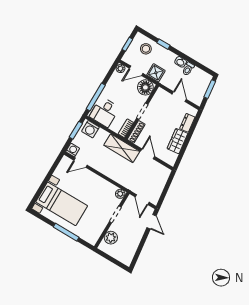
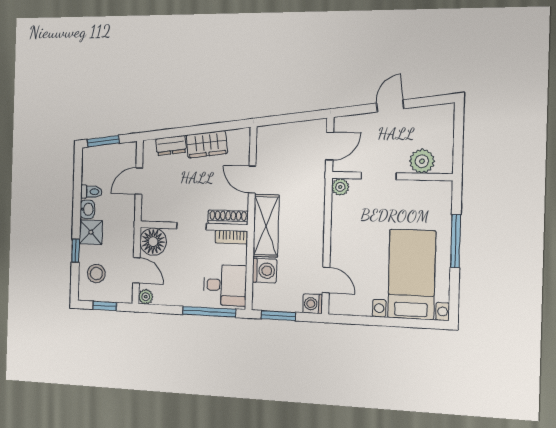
shower: (156, 73) -> (91, 232), moved
washing machine: (90, 129) -> (264, 271), moved
door: (148, 154) -> (252, 180), hinge flipped
door: (151, 222) -> (390, 106), moved

